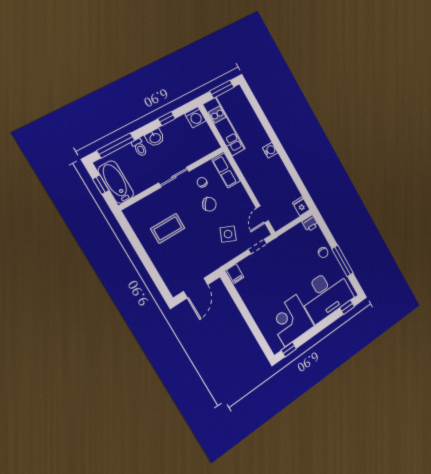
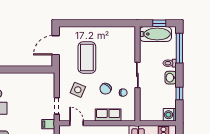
row of seats: (226, 170) -> (108, 115), moved
coffee table: (168, 228) -> (87, 58), moved, width x1.36, depth x1.32
filing cabinet: (235, 274) -> (48, 124), moved
door: (196, 288) -> (56, 45), hinge flipped

